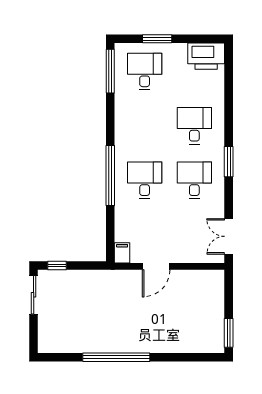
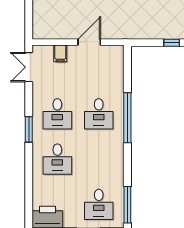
double door: (229, 236) -> (29, 67), swing flipped
filing cabinet: (122, 253) -> (60, 53), moved

